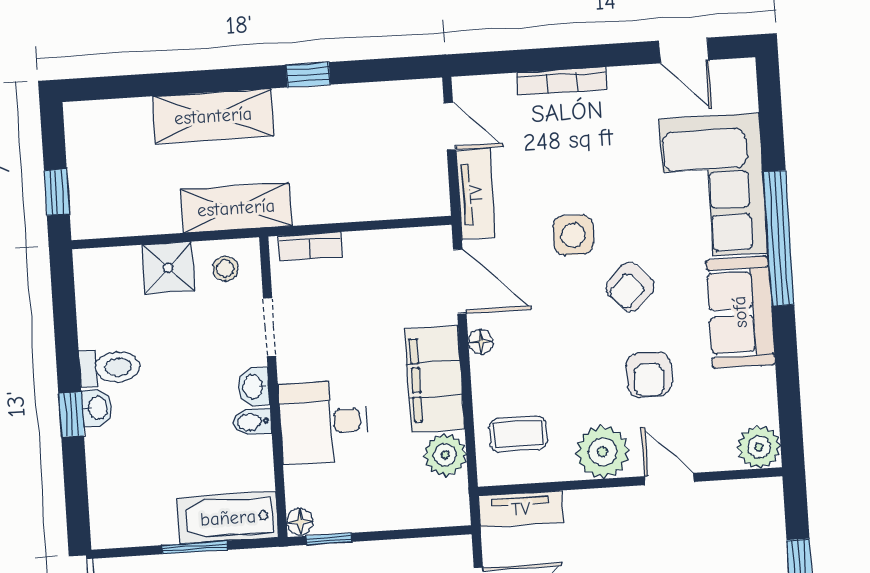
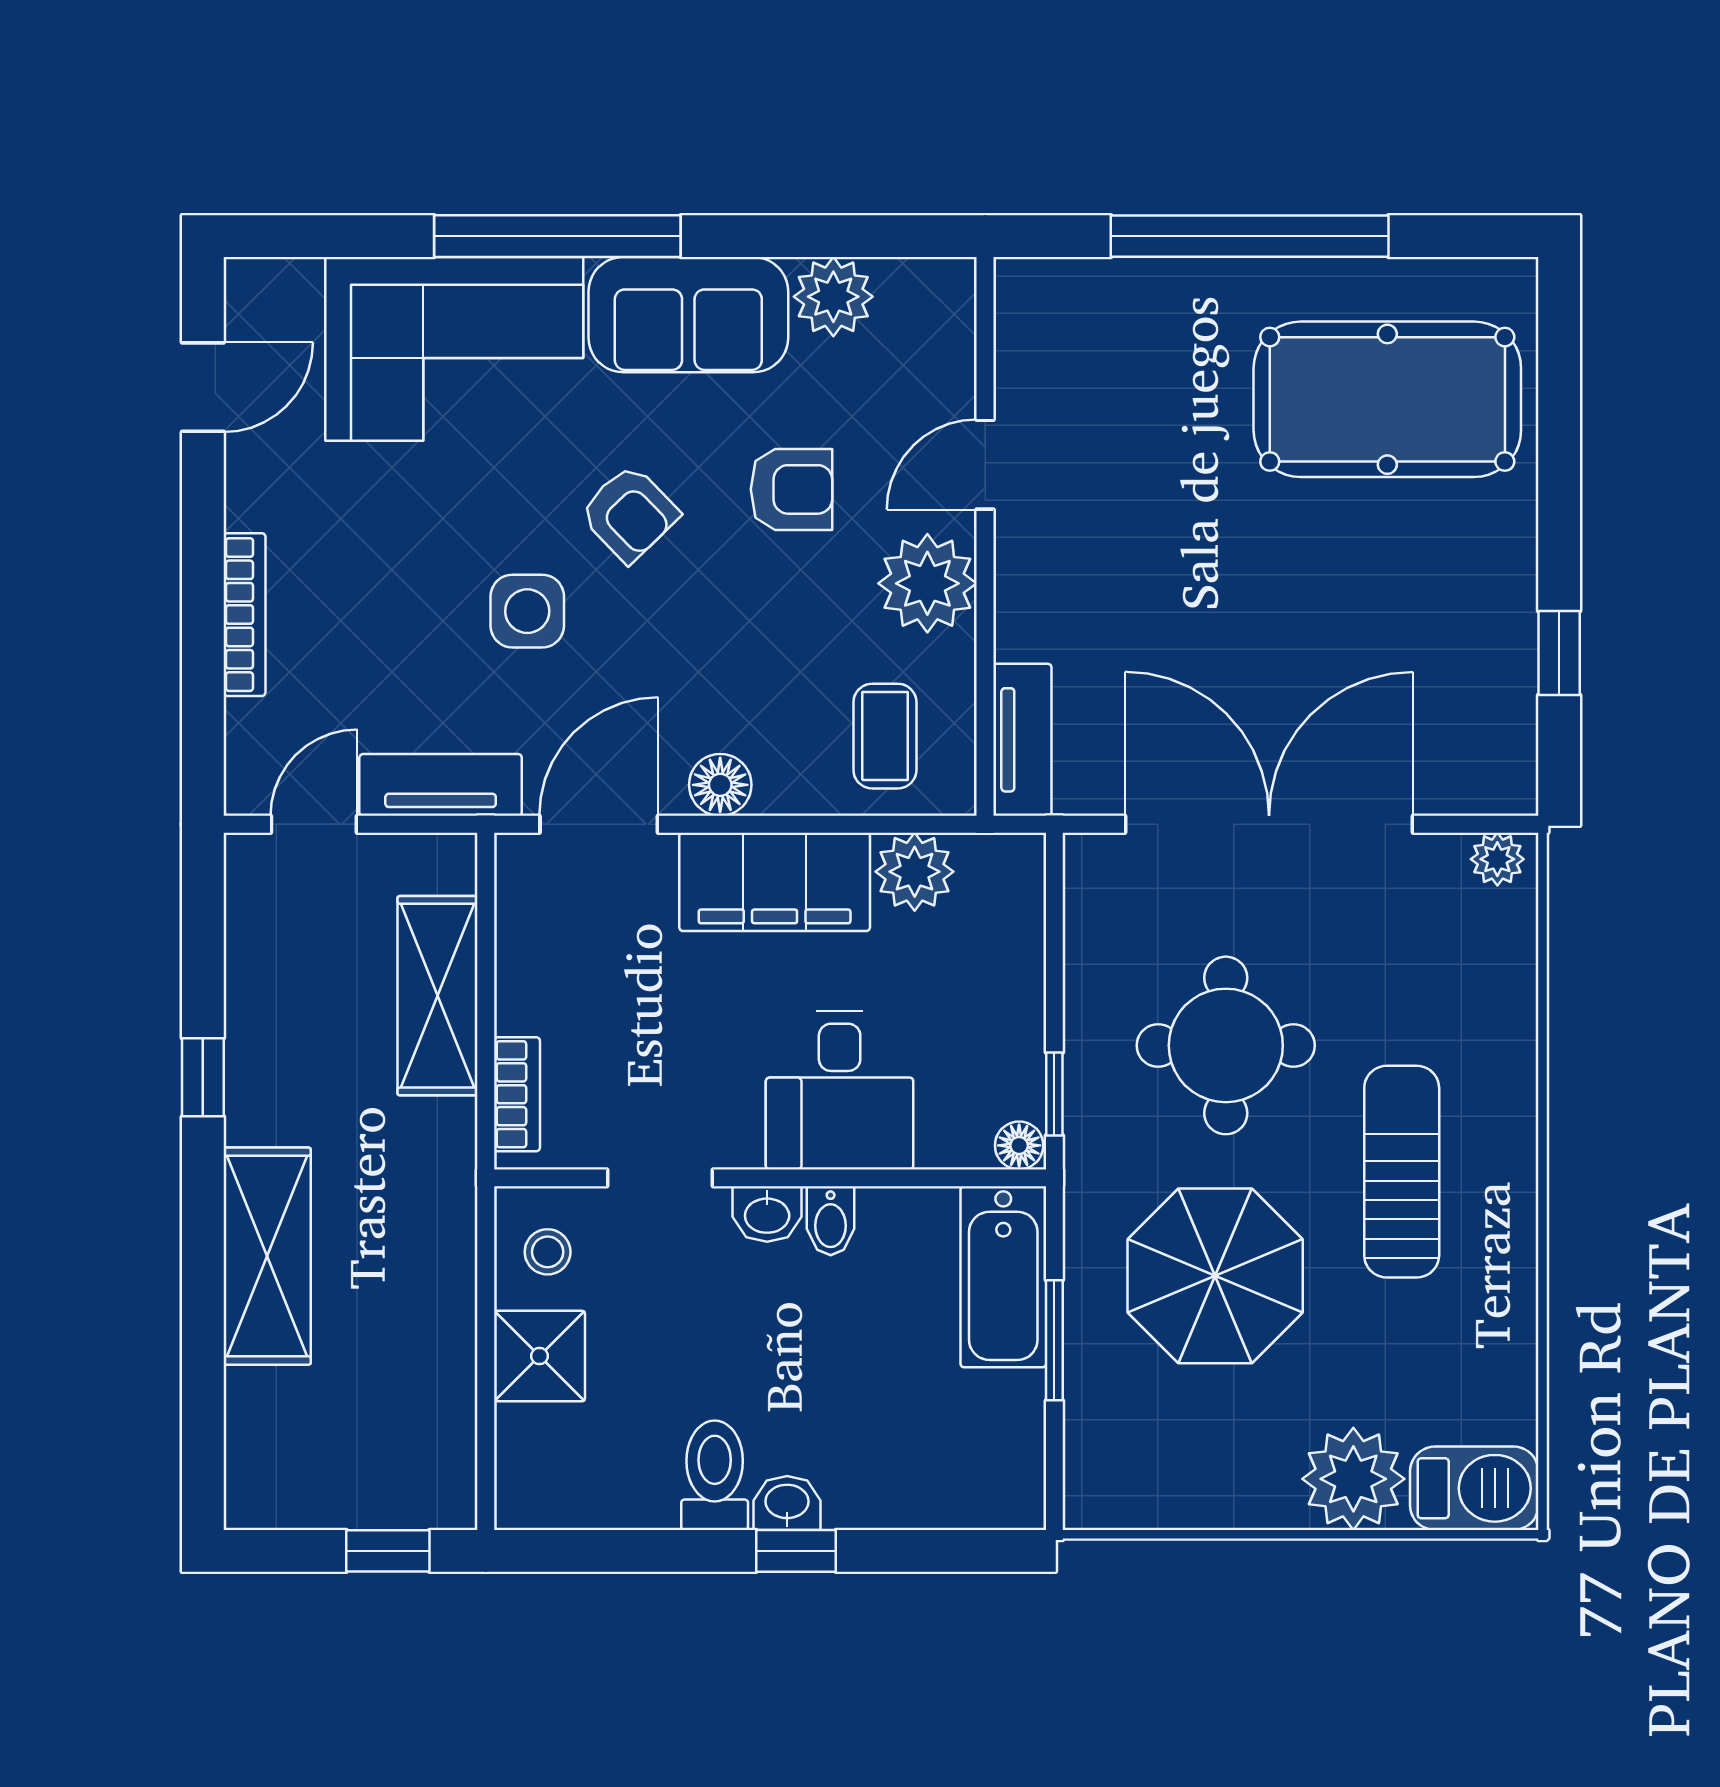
shelving: (236, 208) -> (437, 996), moved
floor lamp: (481, 342) -> (720, 785), width x1.37, depth x1.37
plant: (759, 447) -> (833, 297), moved

